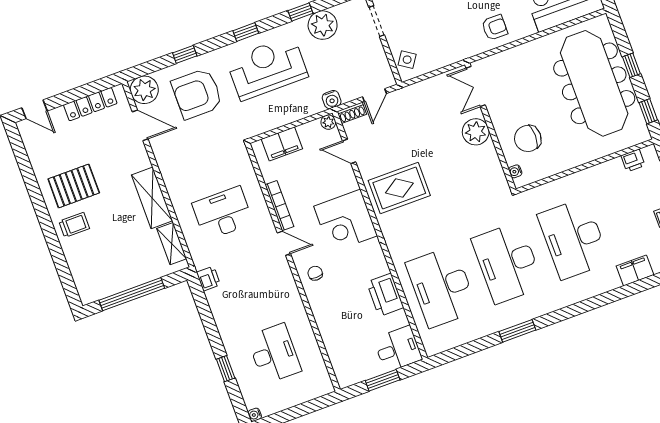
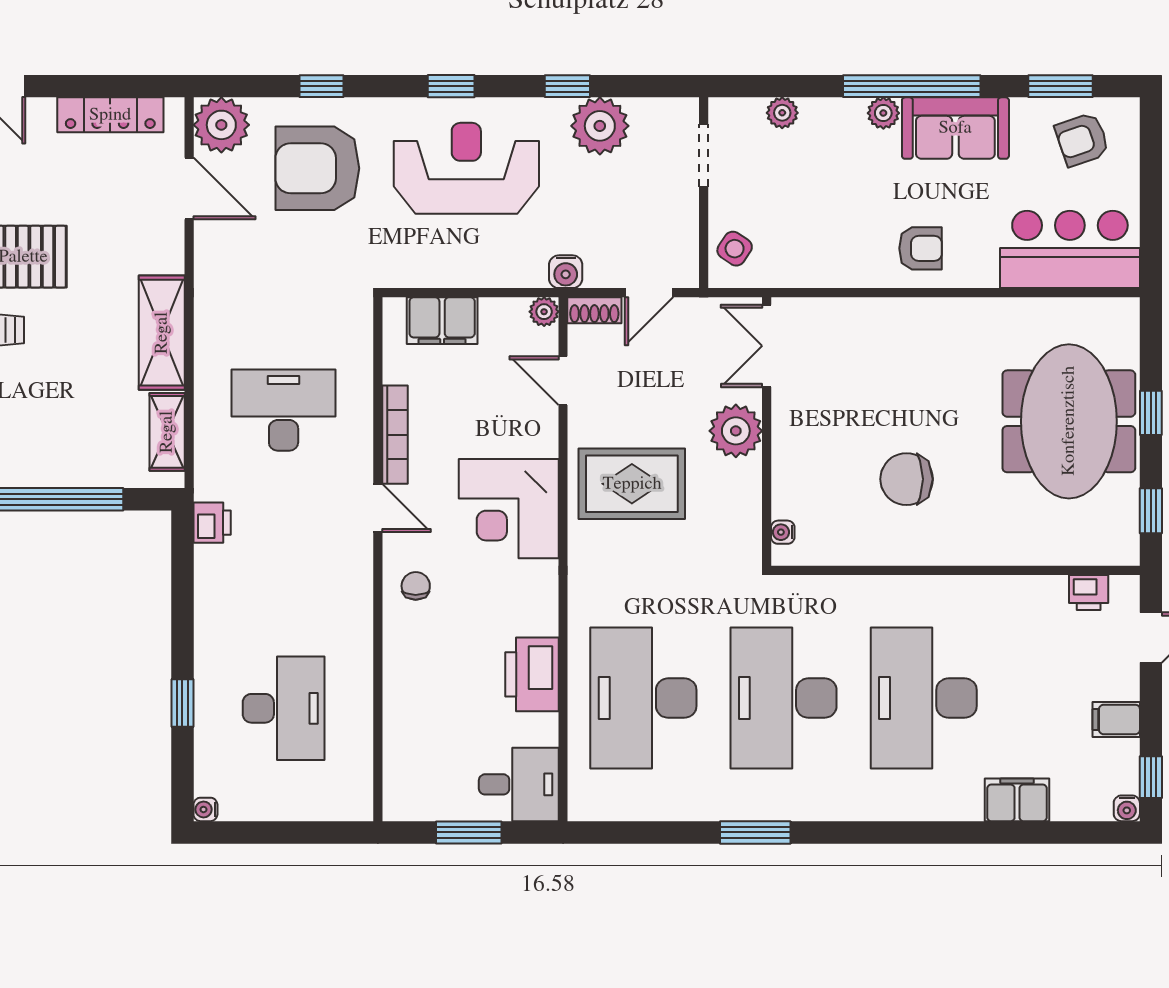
meeting table: (594, 83) -> (1069, 421), width x0.73
double door: (476, 86) -> (767, 346), moved
wall: (490, 127) -> (767, 431), moved
plant: (476, 132) -> (736, 431), moved
water cooler: (515, 171) -> (783, 532), moved

